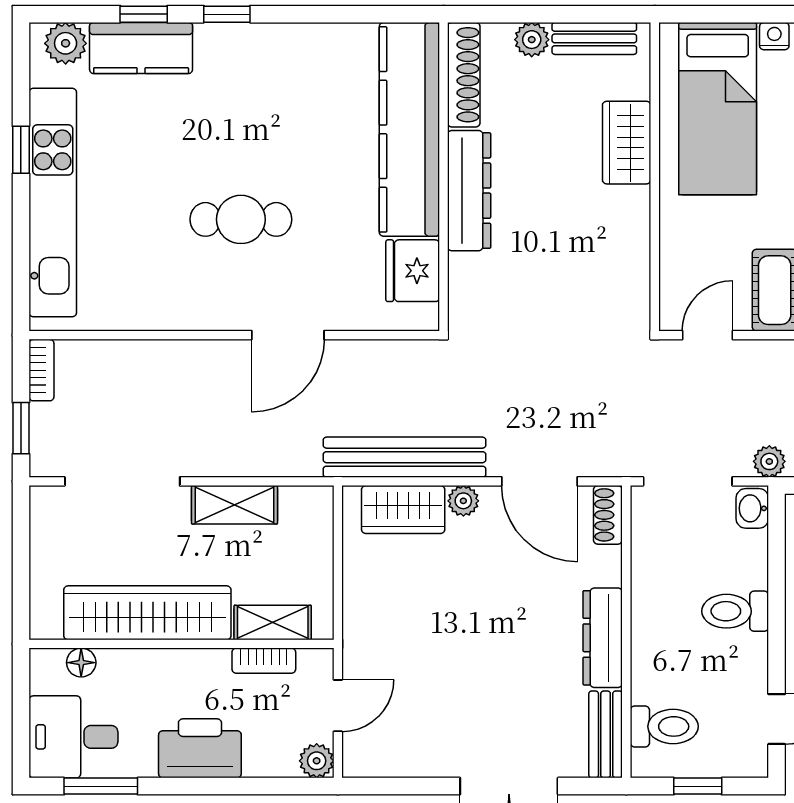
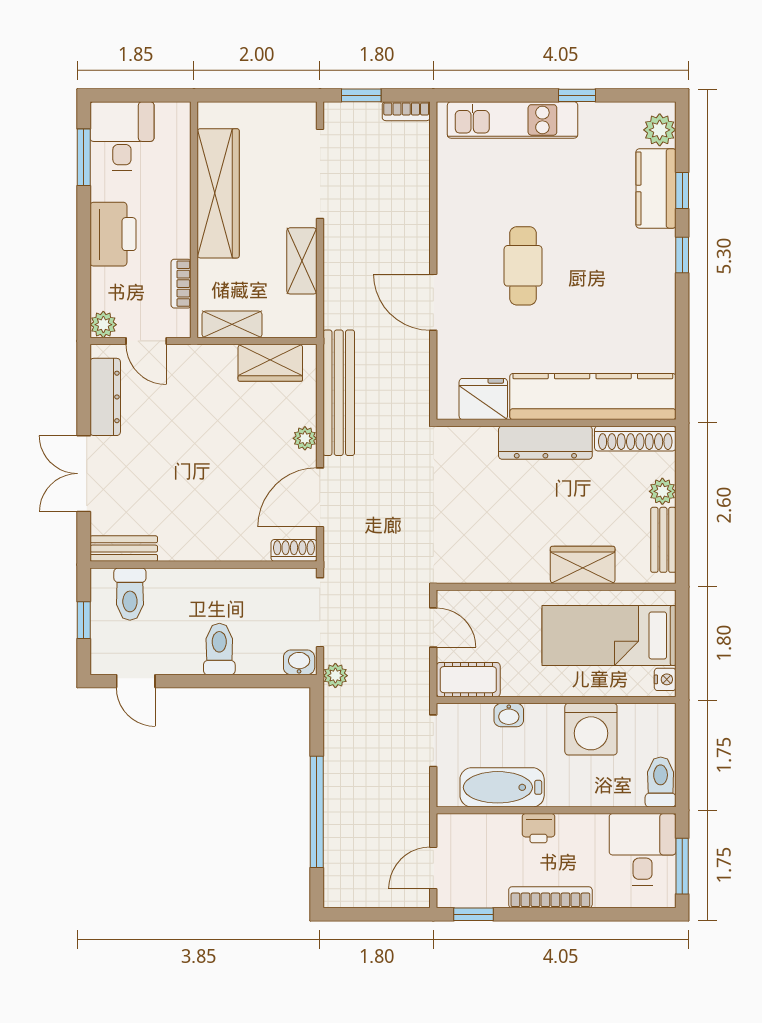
kitchen unit: (53, 203) -> (513, 120), width x0.73
wardrobe: (403, 510) -> (270, 363), moved, turned -90
shelving: (273, 623) -> (232, 324), moved, turned 90
dresser: (603, 638) -> (105, 397), moved, turned 90
floor lamp: (81, 663) -> (180, 142), removed

